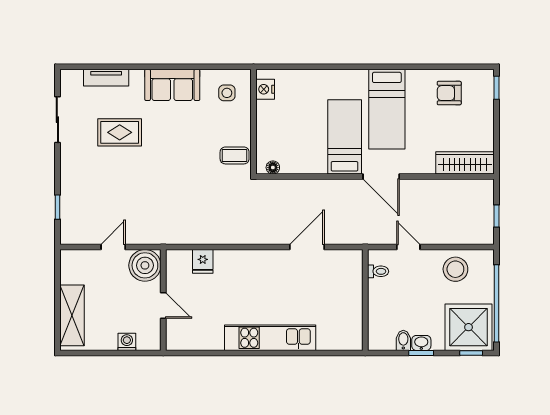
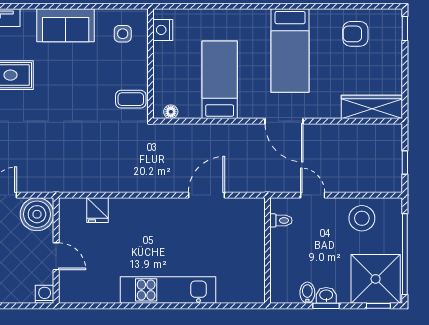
bed: (345, 137) -> (220, 80), moved
washing machine: (127, 342) -> (45, 294), moved

